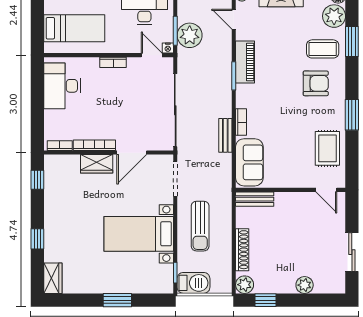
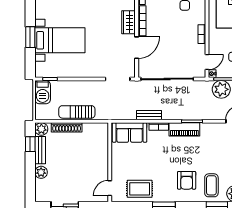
piano: (245, 62) -> (184, 129), moved
door: (132, 153) -> (137, 48), swing flipped
bench: (255, 199) -> (40, 150), moved
sun lounger: (200, 226) -> (77, 112), moved
bed with nightstands: (139, 234) -> (60, 40), moved, turned 90

